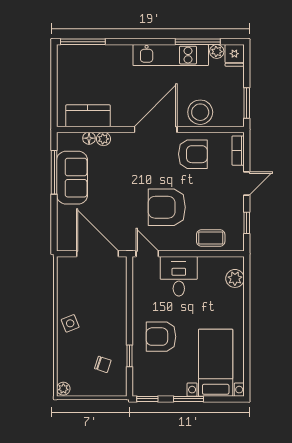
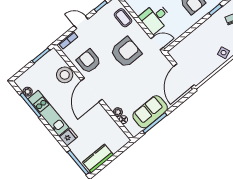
fridge: (234, 55) -> (68, 137), moved
kitchen counter: (88, 116) -> (98, 159), moved, turned 90
door: (156, 129) -> (92, 90), hinge flipped
armchair: (167, 207) -> (126, 52), turned -90
door: (97, 254) -> (184, 76), moved
door: (147, 254) -> (157, 43), swing flipped

